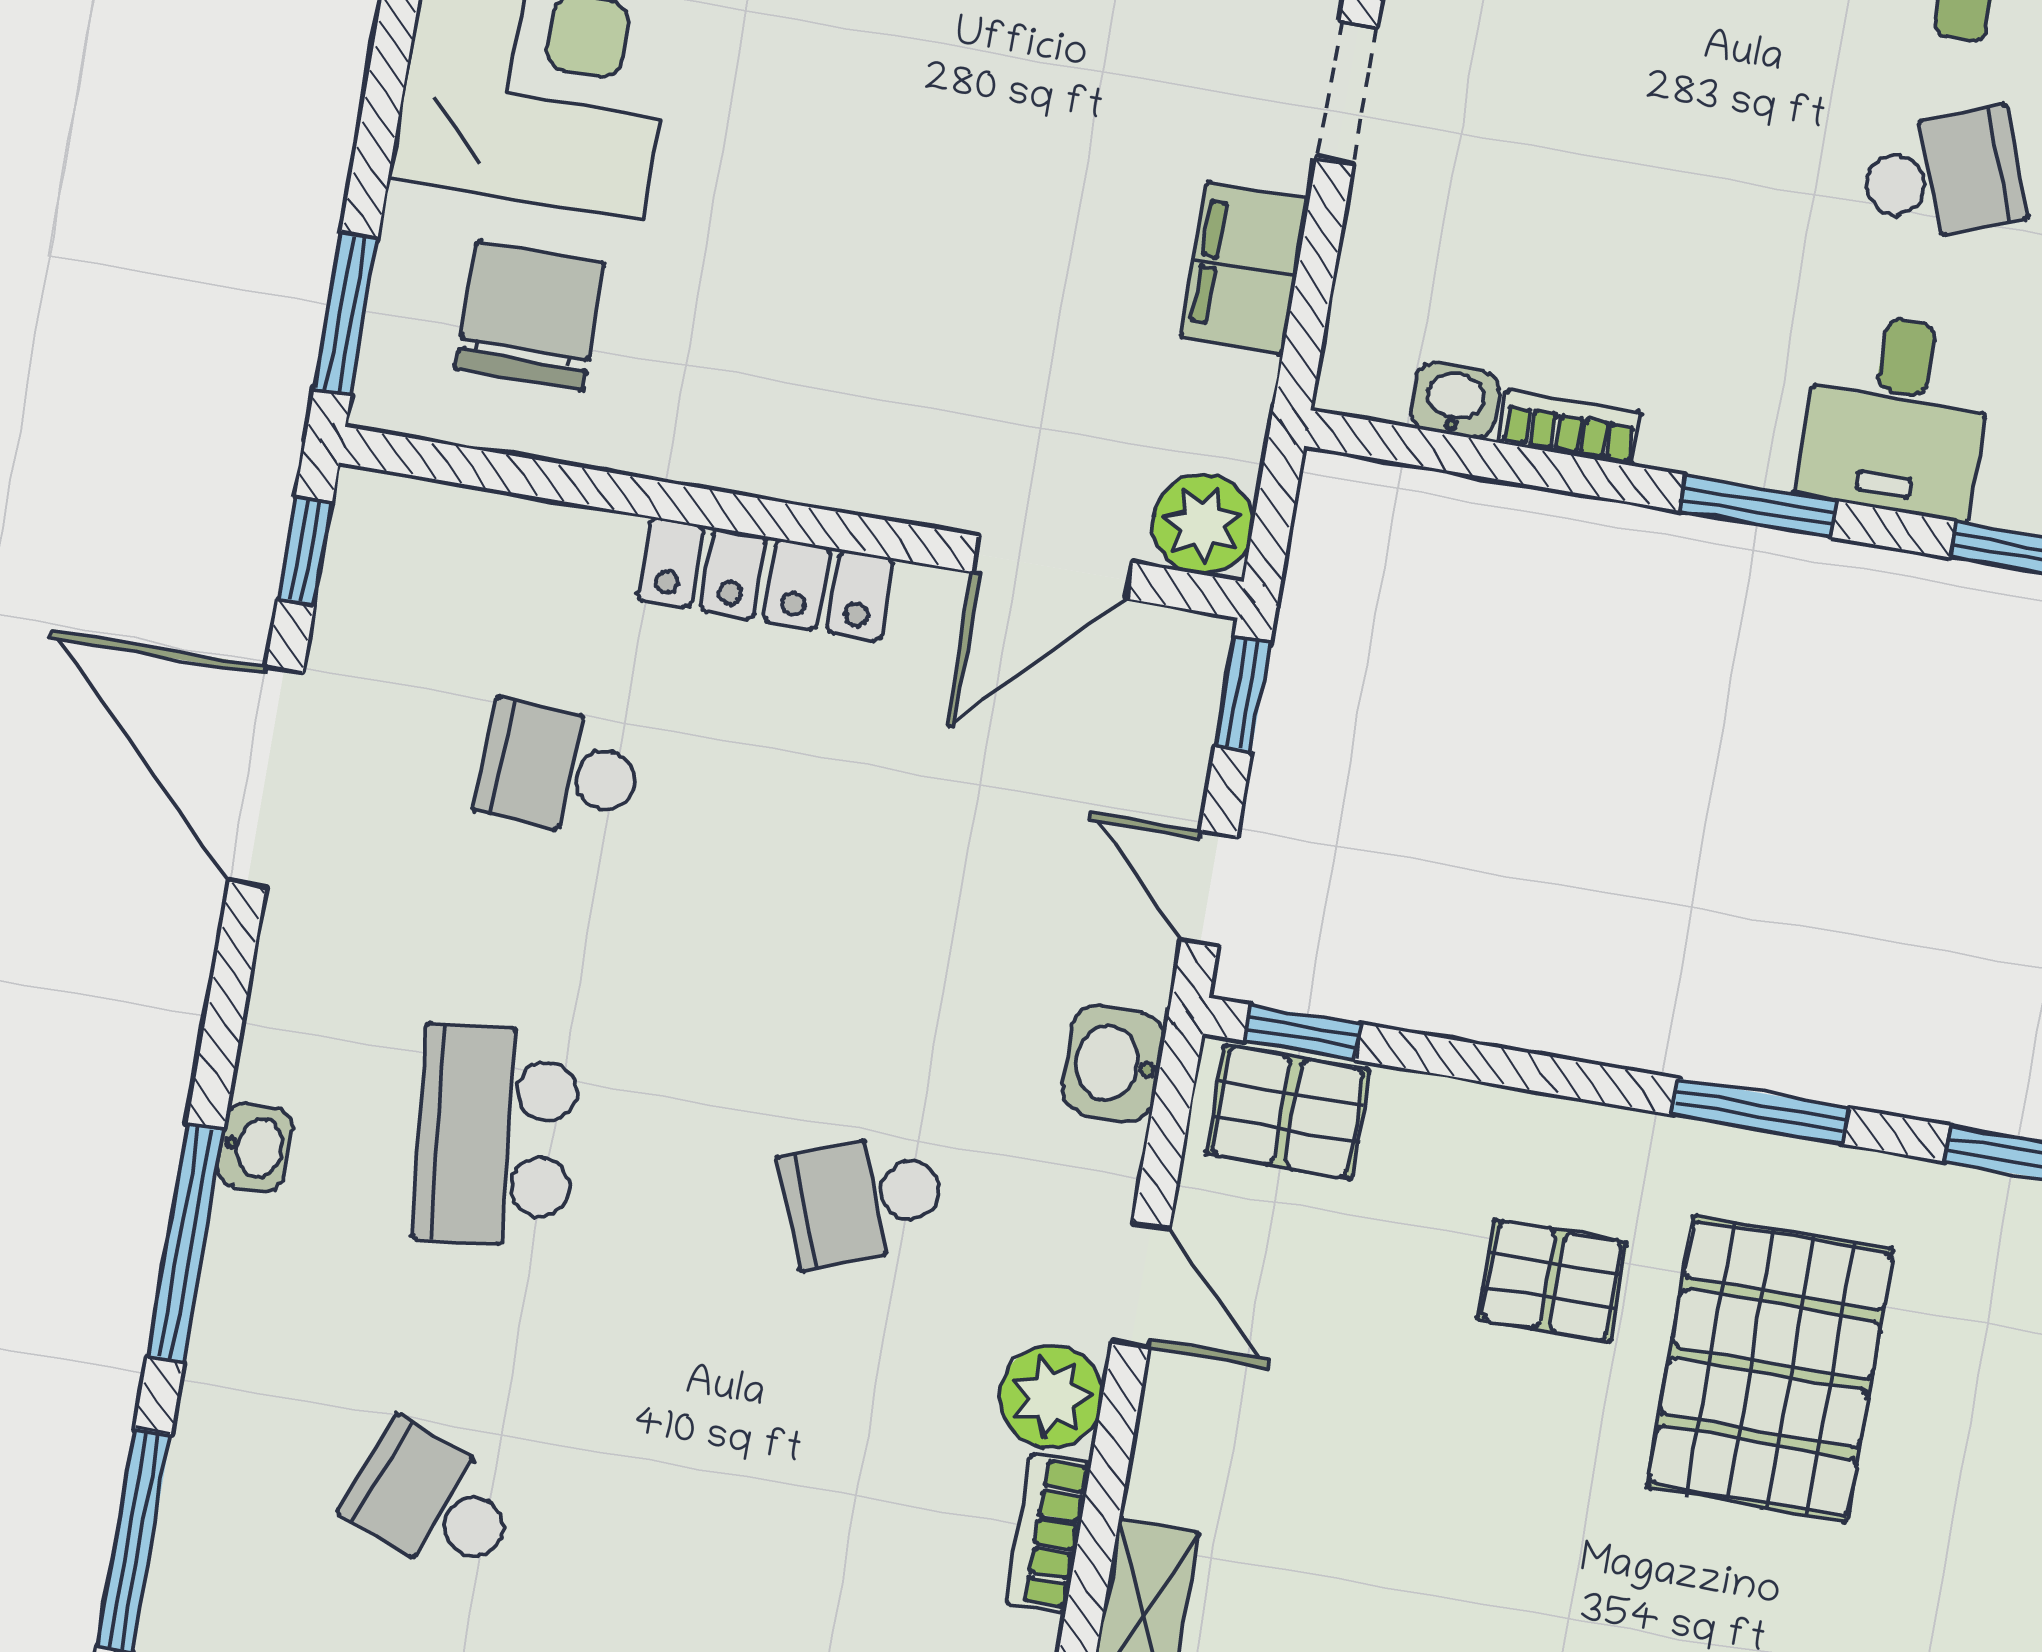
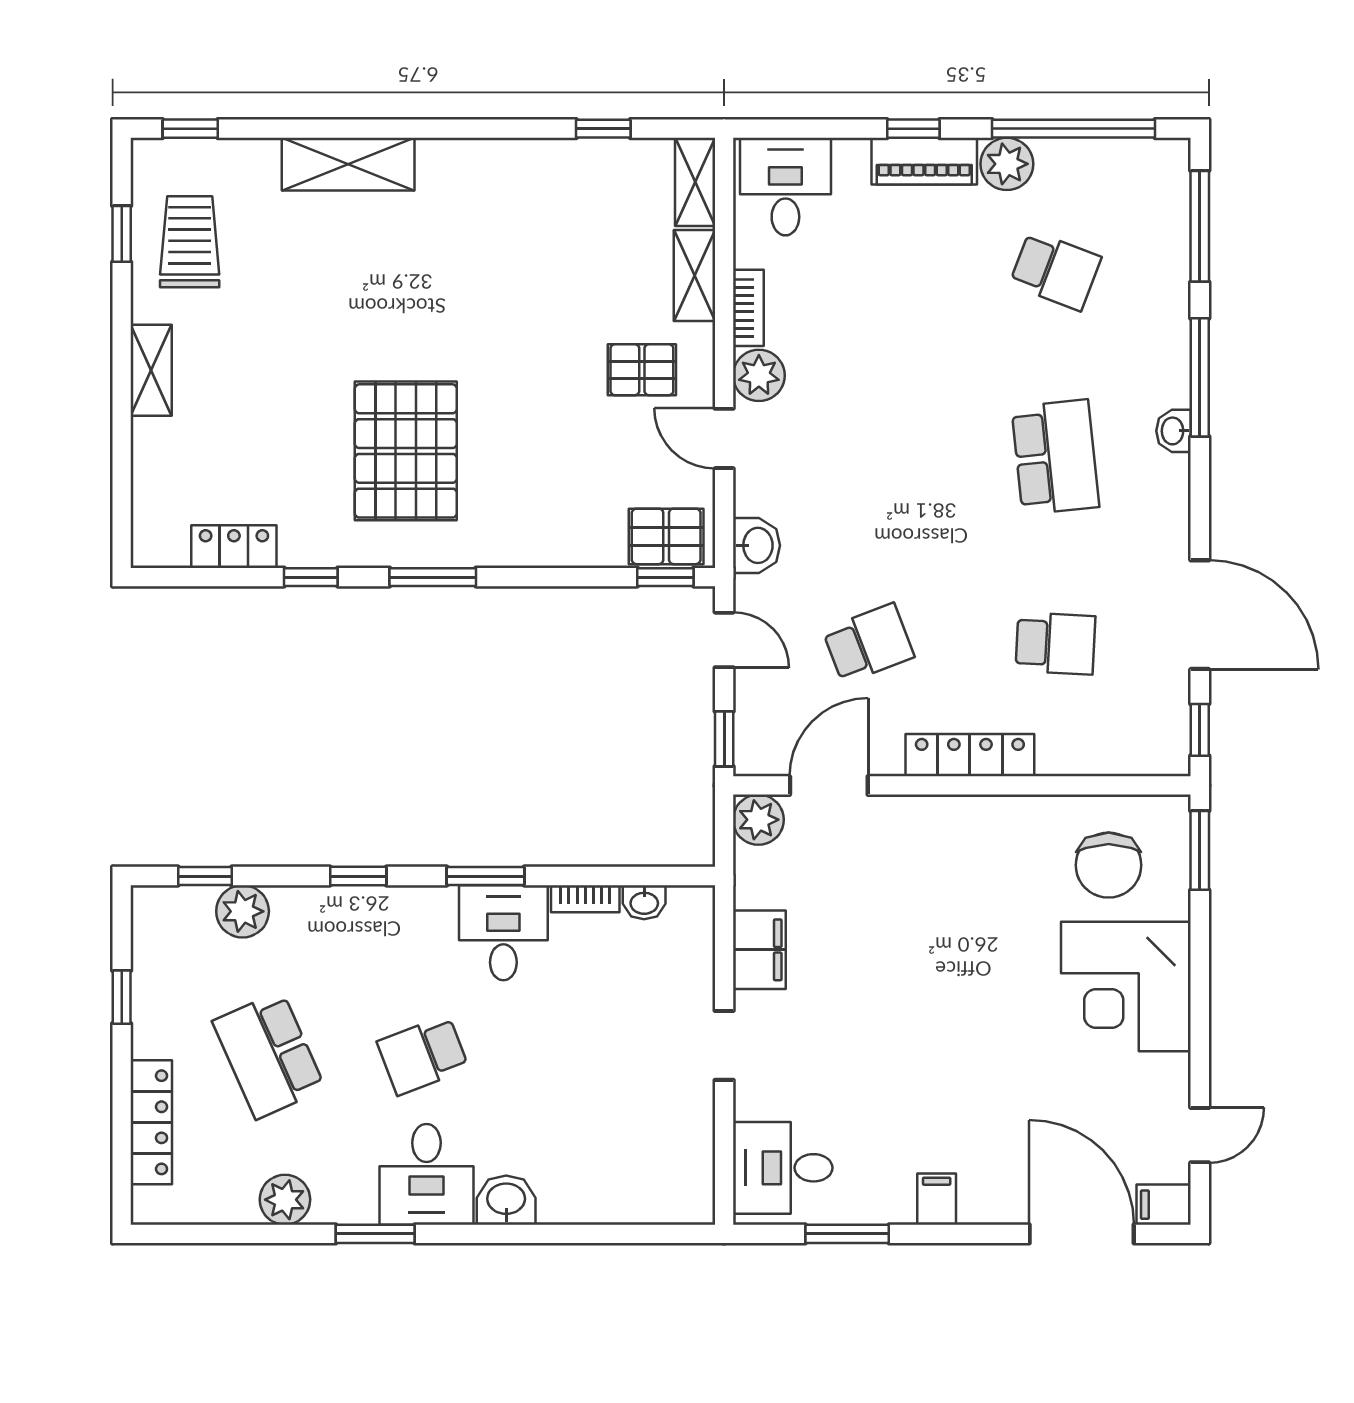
desk: (1896, 415) -> (503, 933), moved
school desk: (863, 1199) -> (868, 643), moved
pallet: (1552, 1281) -> (642, 370), moved

